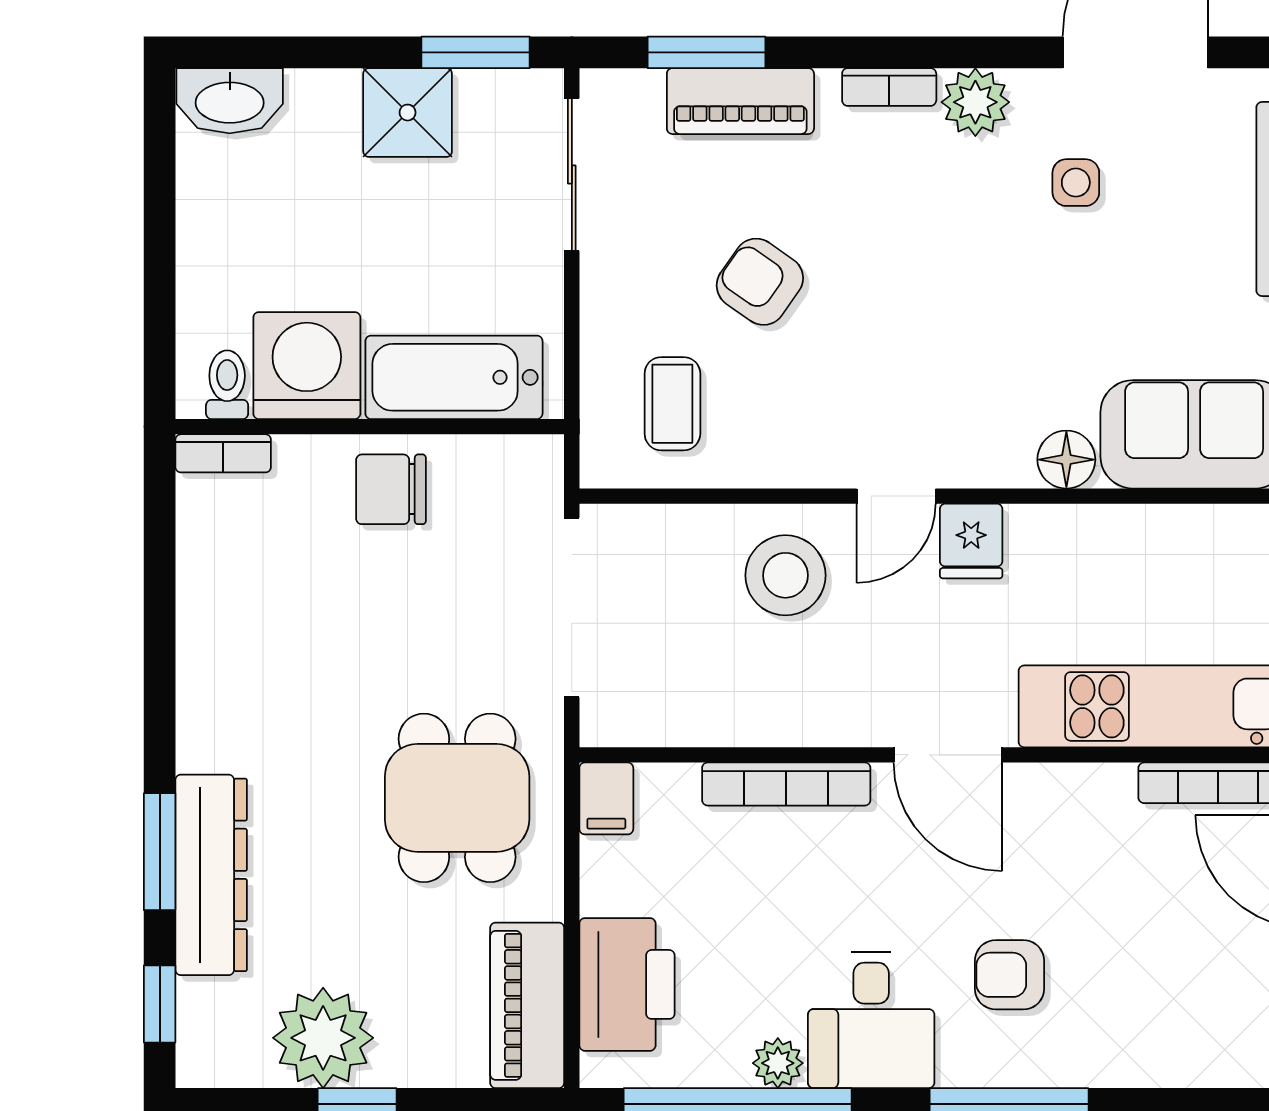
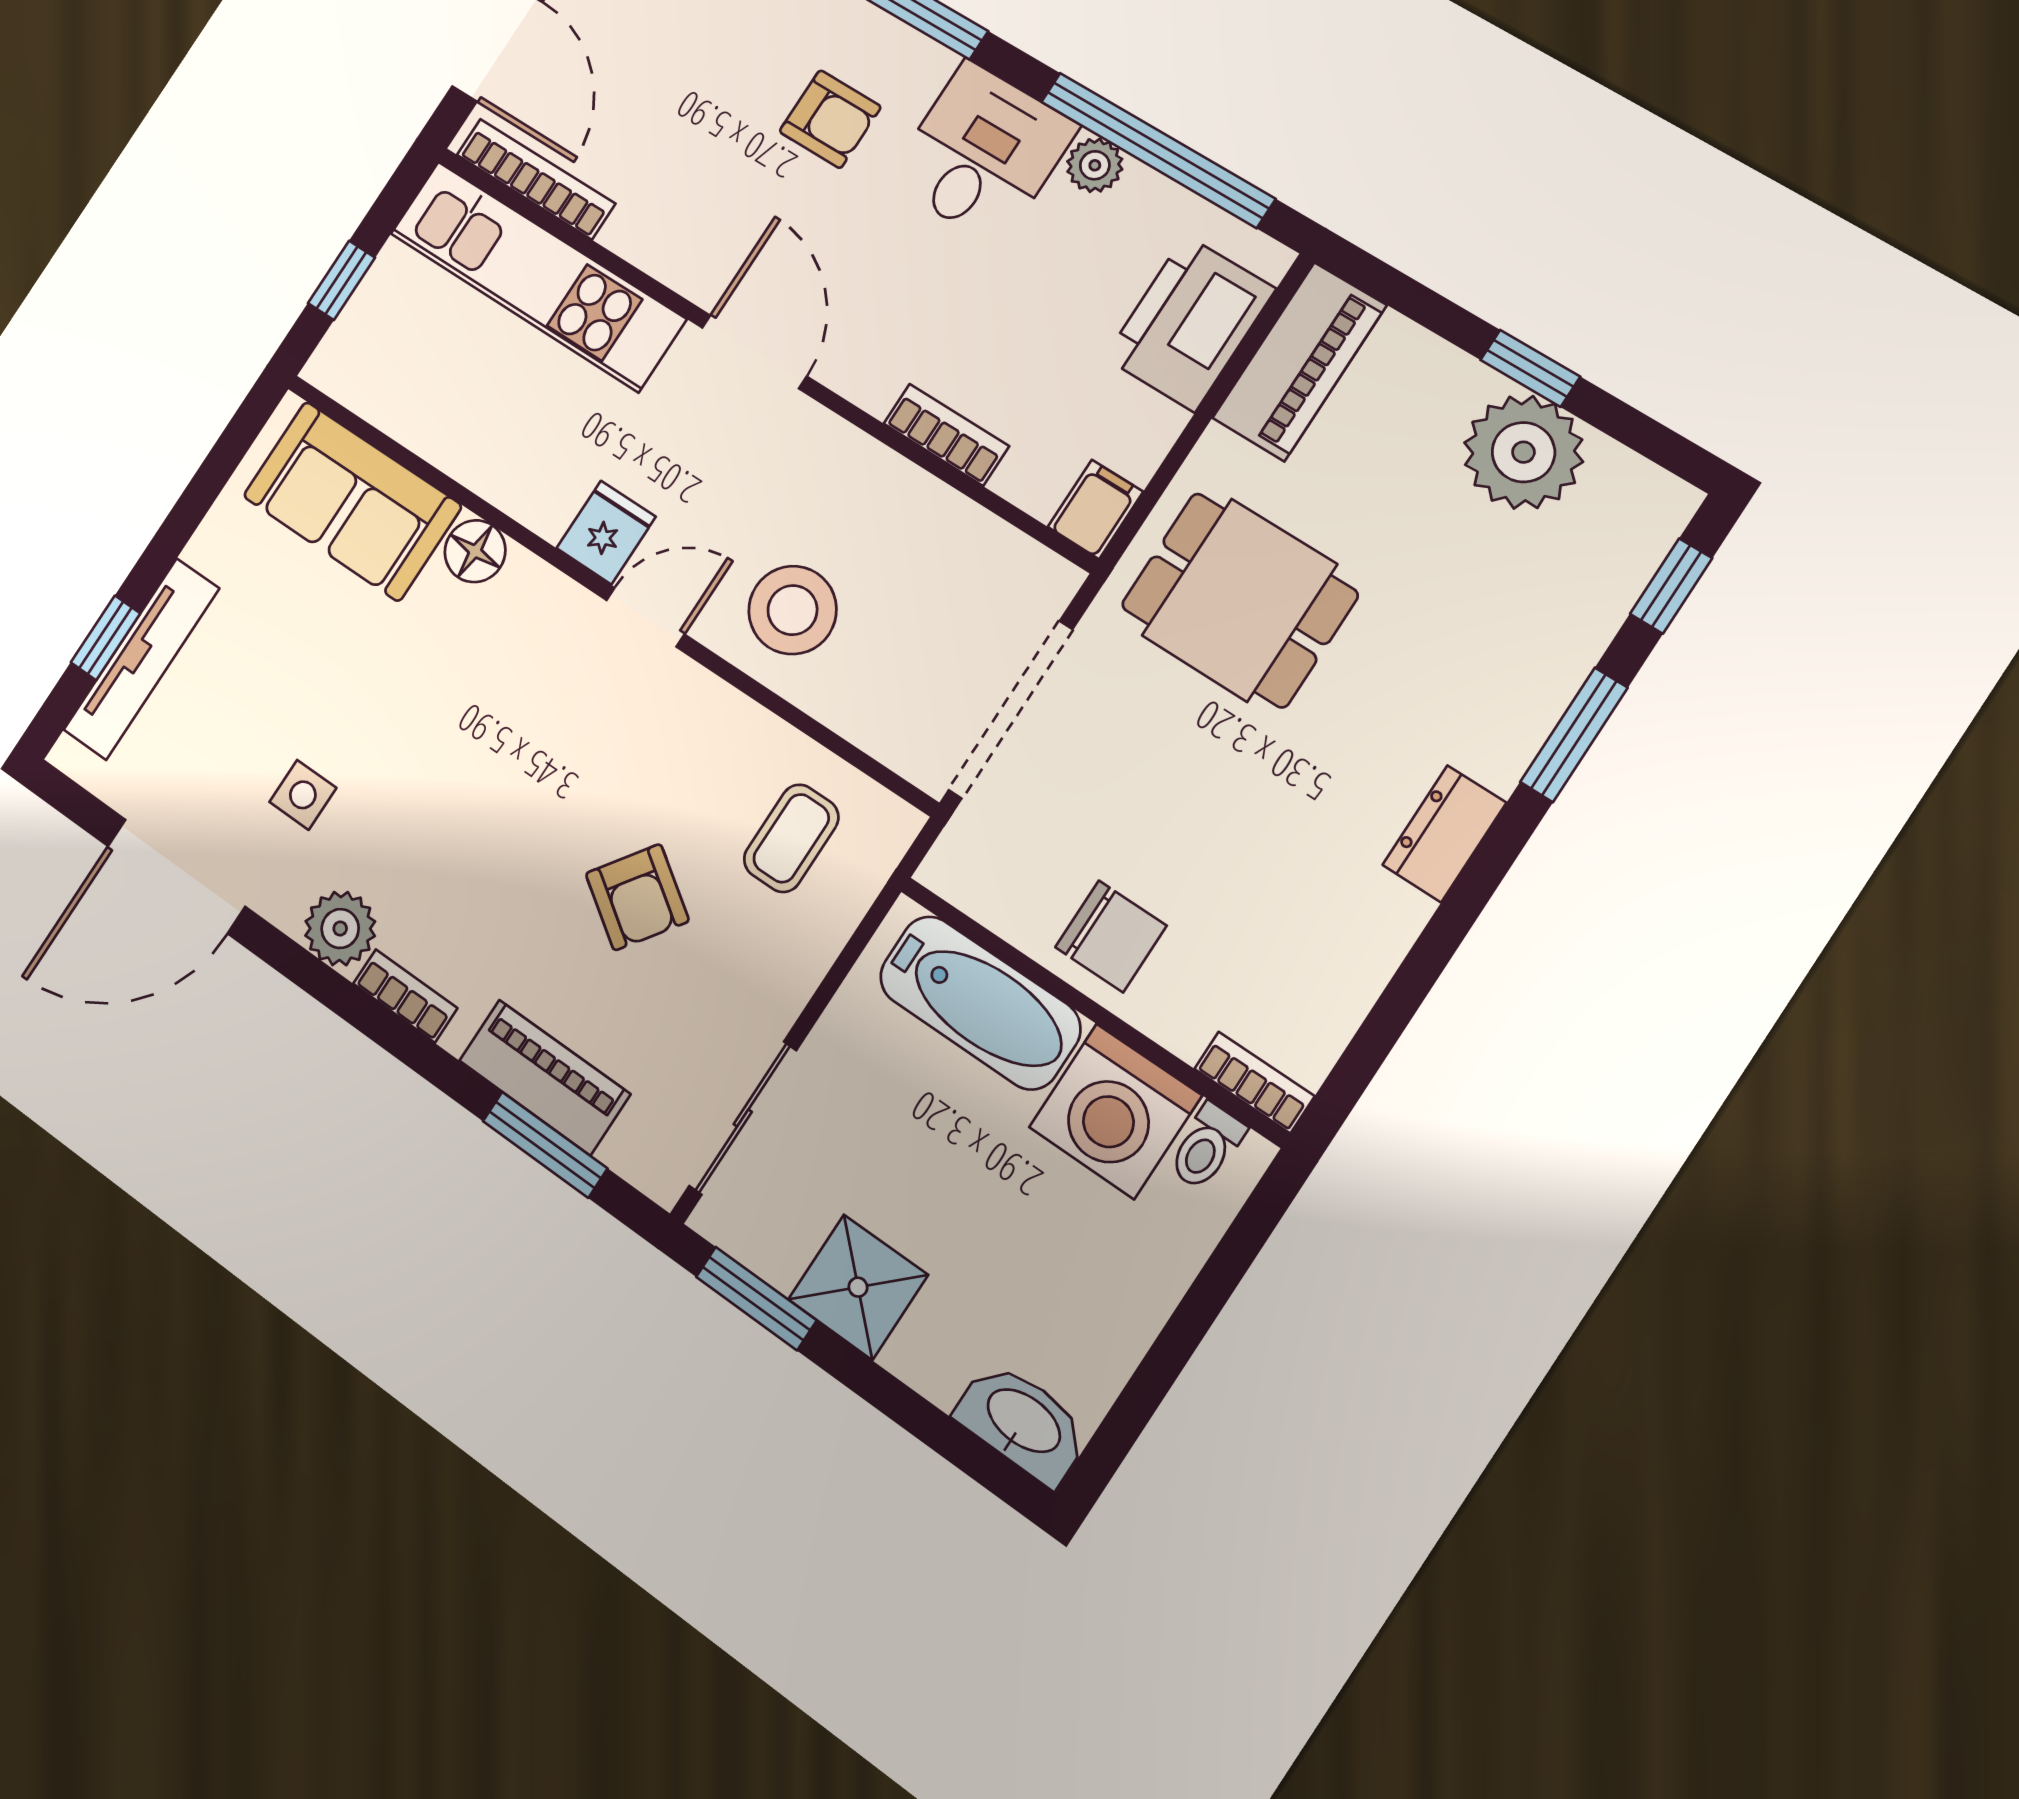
bookcase: (786, 784) -> (946, 435), width x0.64
dining table: (457, 798) -> (1239, 600), turned 90
dresser: (211, 875) -> (1444, 834), moved, width x0.51, depth x0.80

